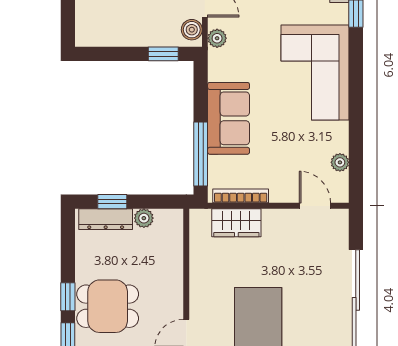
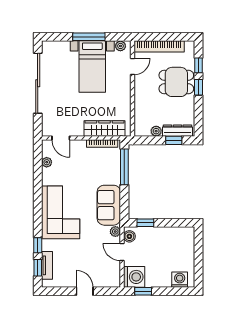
sofa: (229, 118) -> (109, 205), moved
wardrobe: (236, 223) -> (104, 129), width x1.50

